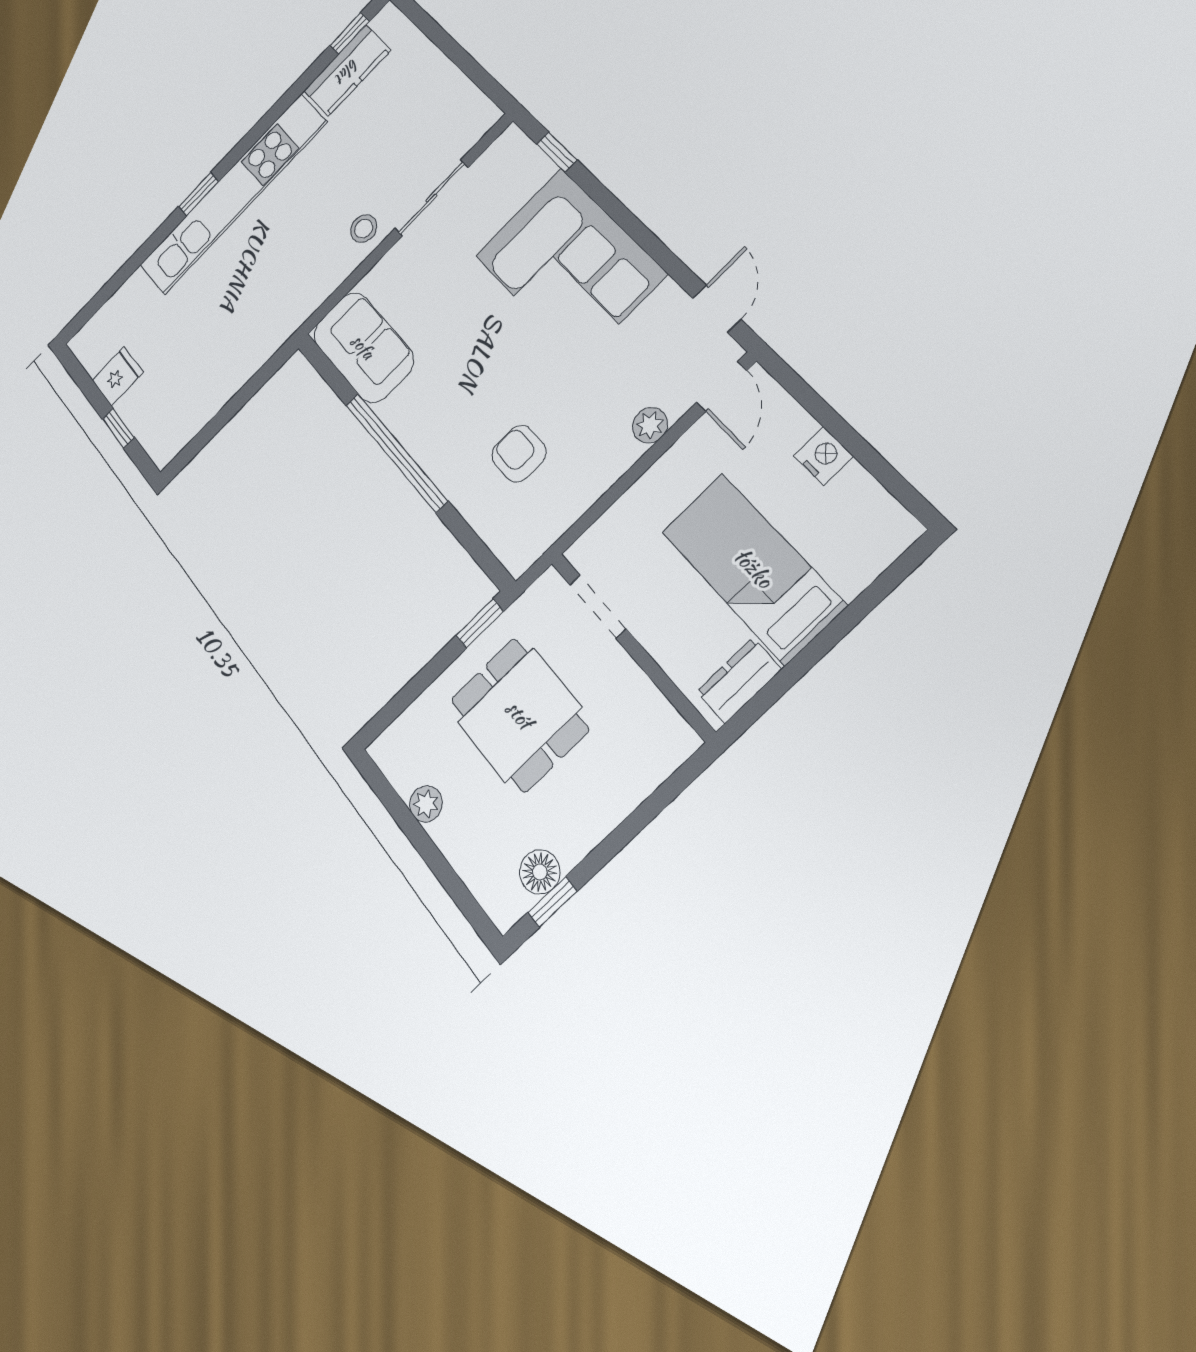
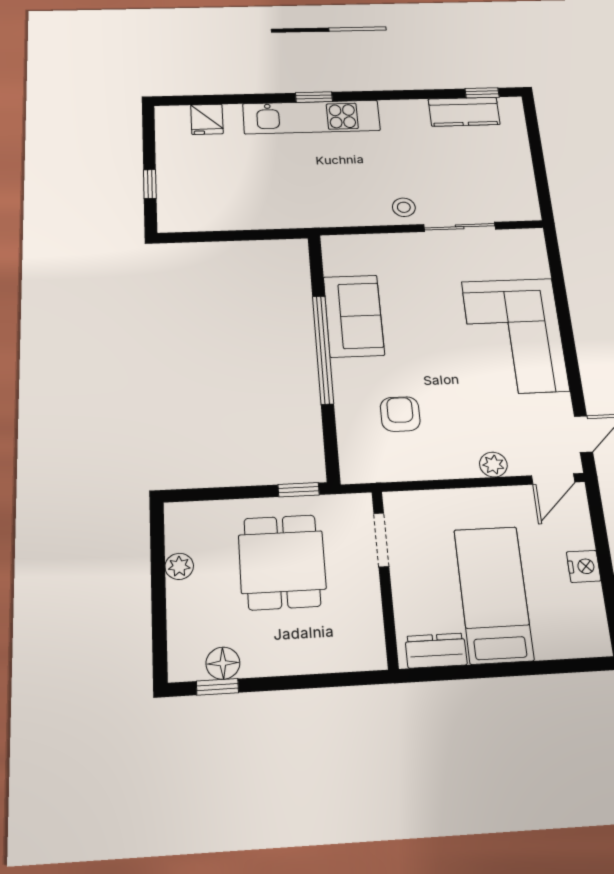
window: (557, 152) -> (556, 268), removed
kitchen unit: (233, 194) -> (311, 117), width x0.73
sofa: (363, 347) -> (354, 316), moved
fridge: (118, 376) -> (207, 119), moved, turned 90

